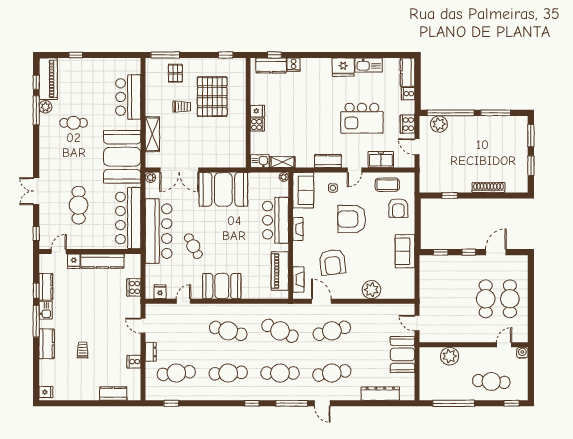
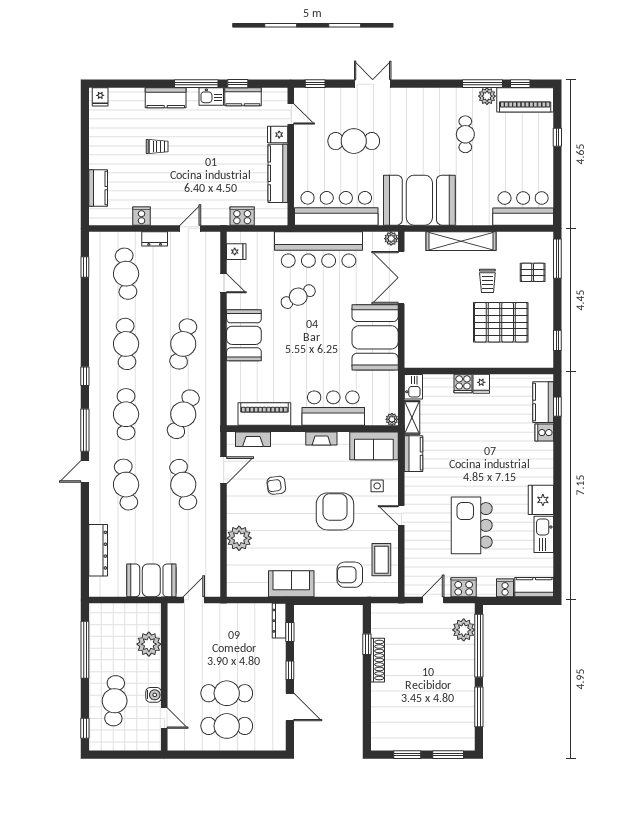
bar counter: (128, 97) -> (523, 208), moved
shelving: (152, 134) -> (461, 241), width x1.47
freezer: (381, 160) -> (416, 551), removed
kitchen counter: (328, 161) -> (413, 454), moved
shoe rack: (488, 188) -> (378, 660), moved
dresser: (432, 260) -> (279, 621), added
armchair: (332, 262) -> (276, 485), width x0.53, depth x0.53
water cooler: (522, 353) -> (154, 695), moved

